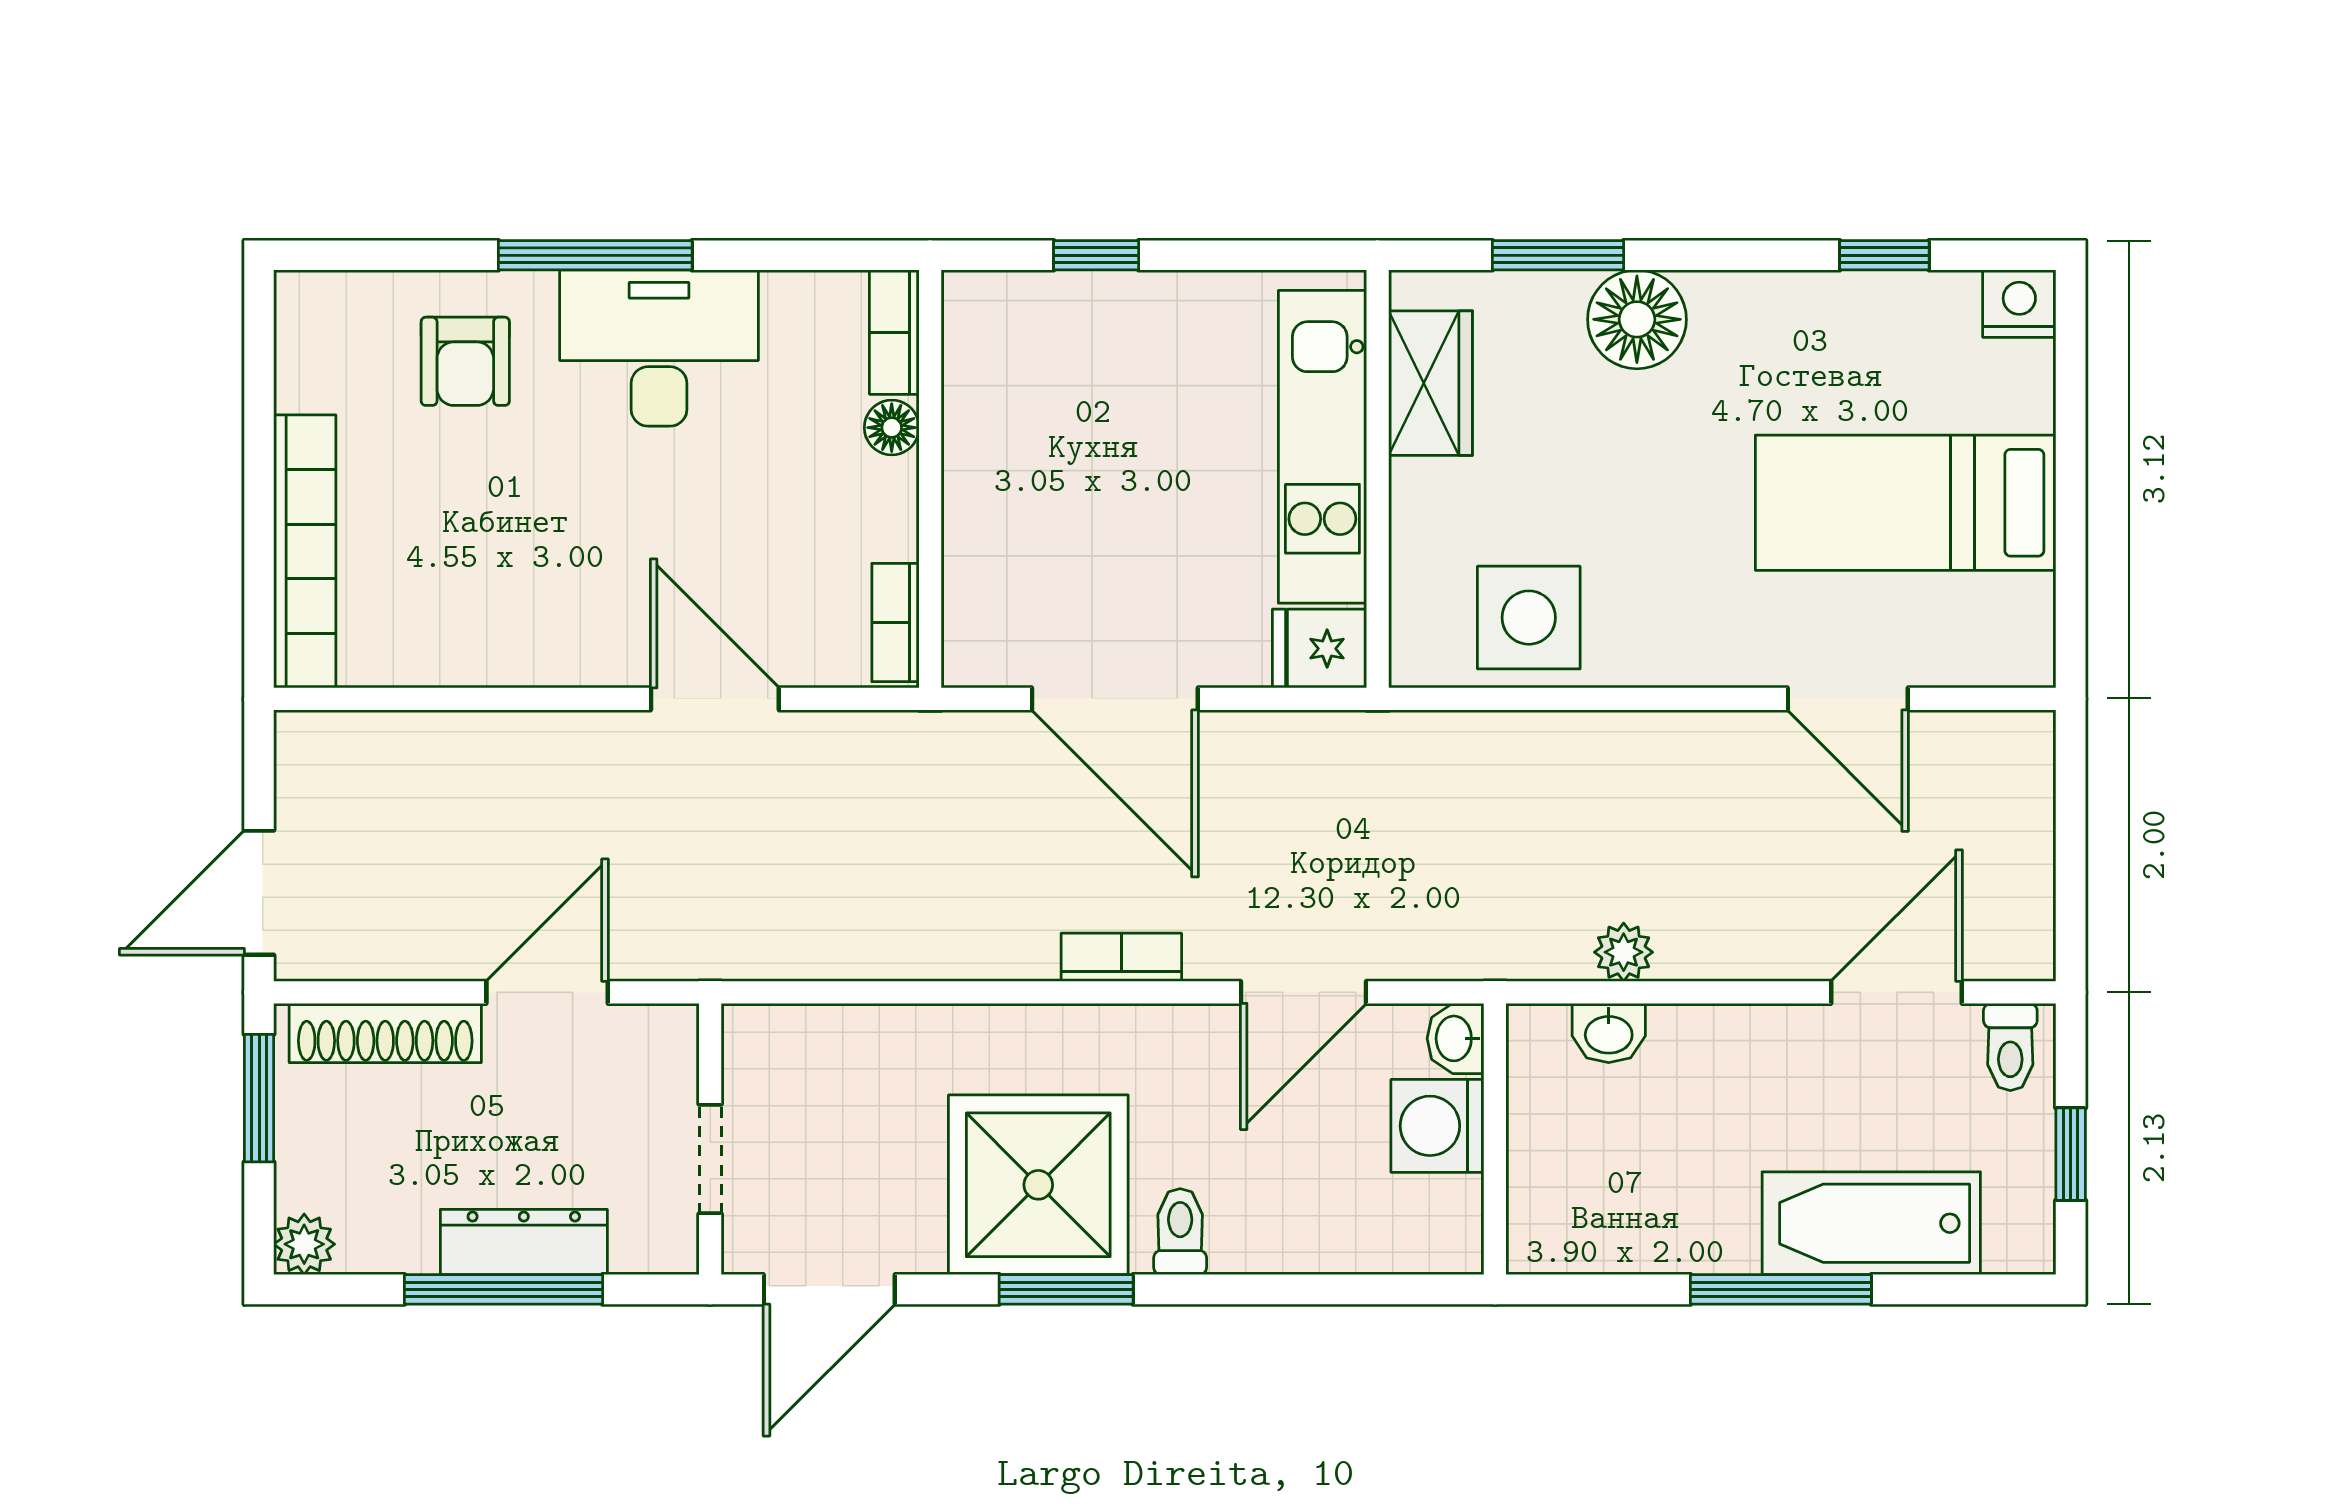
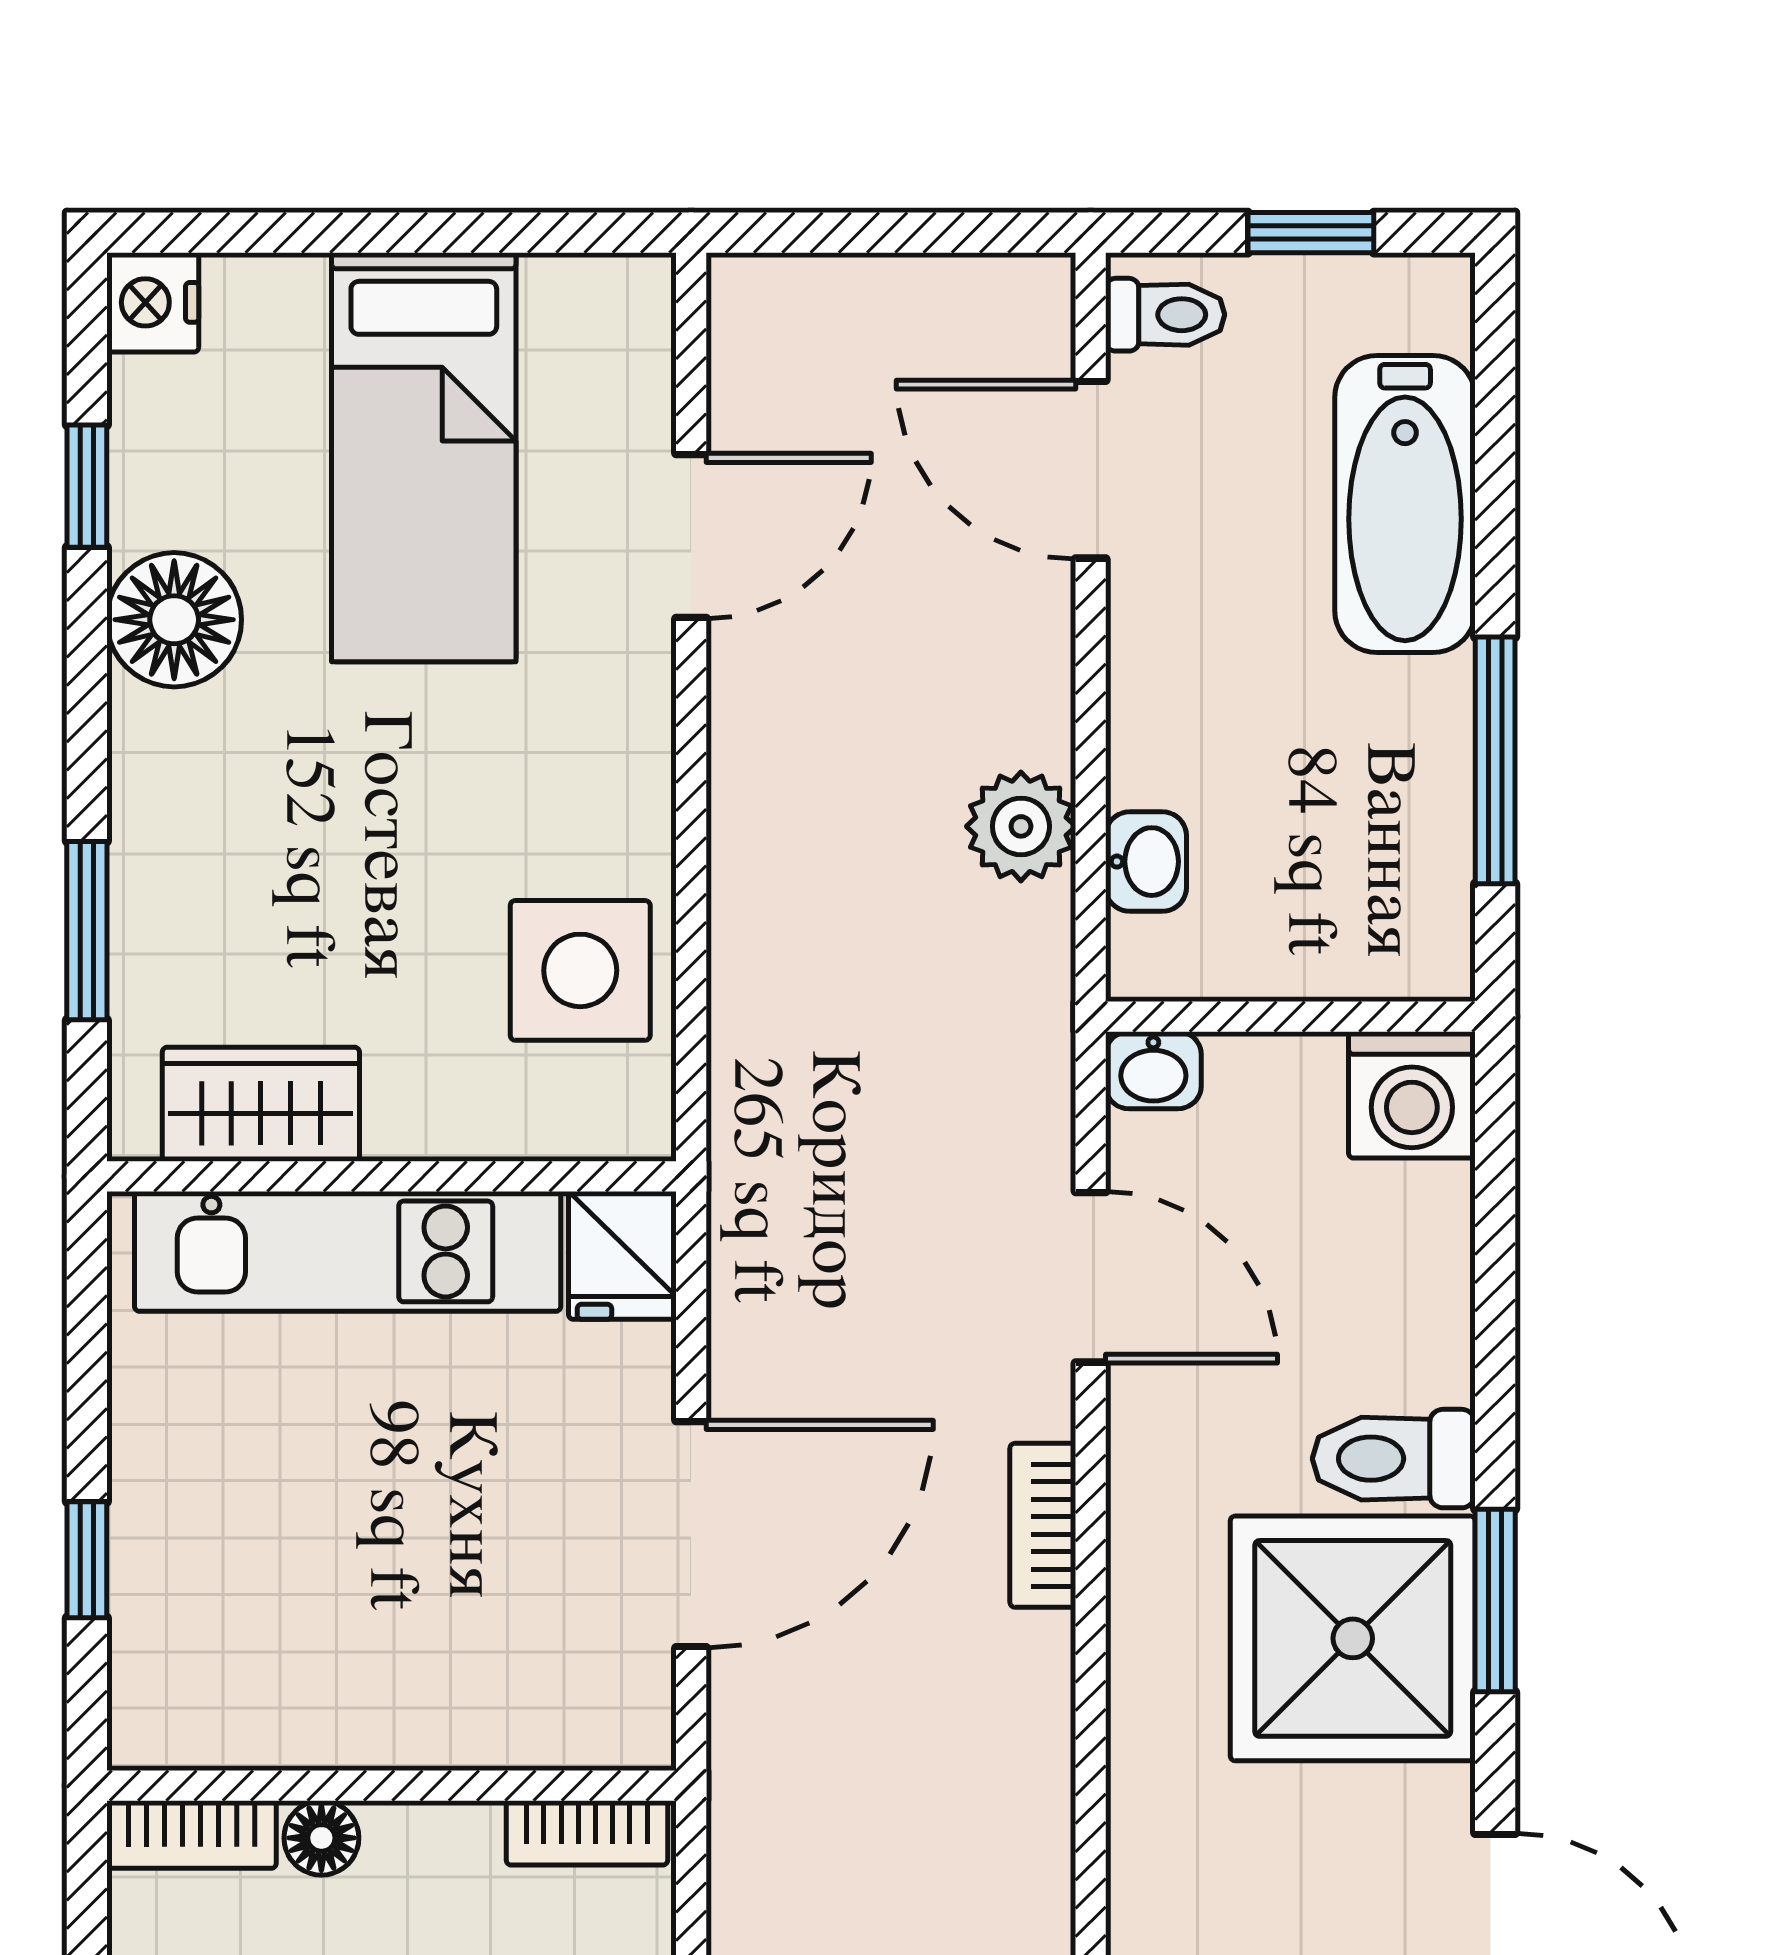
floor lamp: (1637, 319) -> (174, 620), moved
plant: (1624, 952) -> (1021, 826), width x1.38, depth x1.38
washing machine: (1437, 1126) -> (1412, 1095), moved
toilet: (1180, 1232) -> (1394, 1459), width x1.37, depth x1.39
window: (1781, 1289) -> (1495, 760), moved

